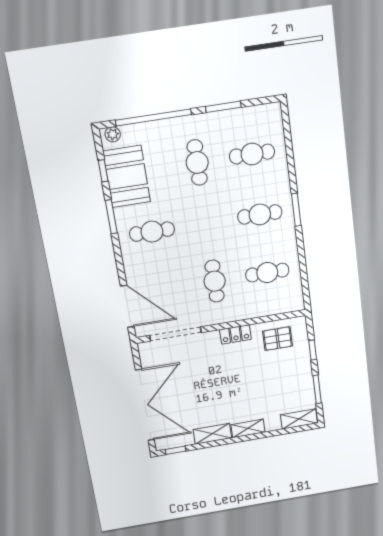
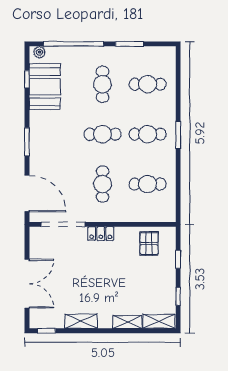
window: (111, 217) -> (27, 142), moved
cafe table: (152, 232) -> (103, 134), moved
locker: (236, 334) -> (101, 234), moved
pallet: (277, 339) -> (149, 244), turned 90
window: (317, 389) -> (178, 296), width x0.67
double door: (145, 405) -> (27, 284), width x0.73
shelving: (248, 428) -> (127, 322), moved

